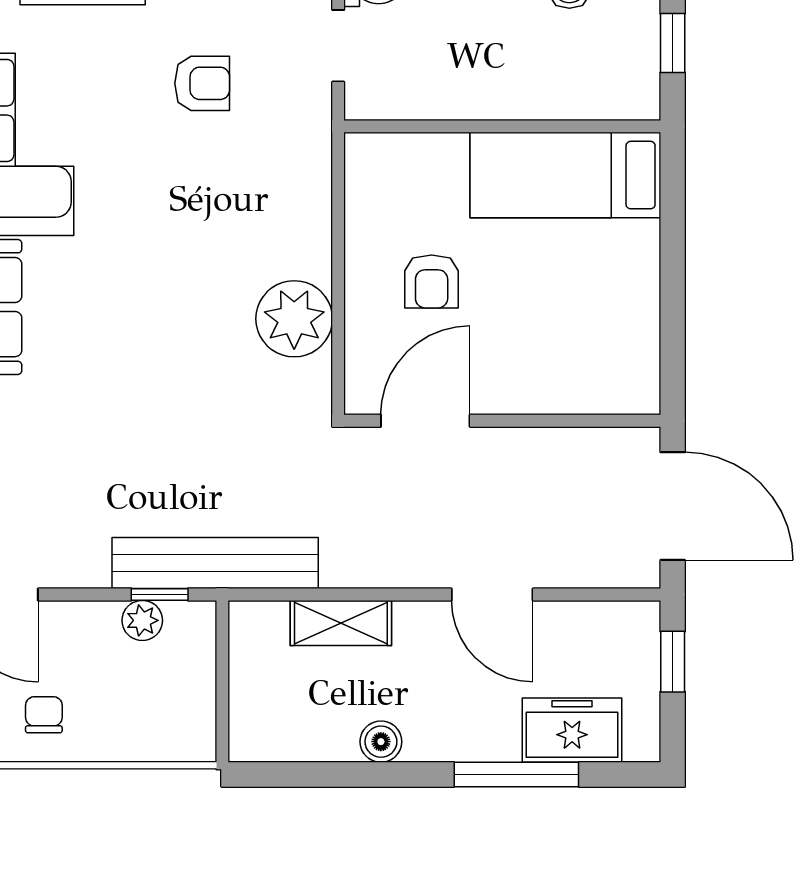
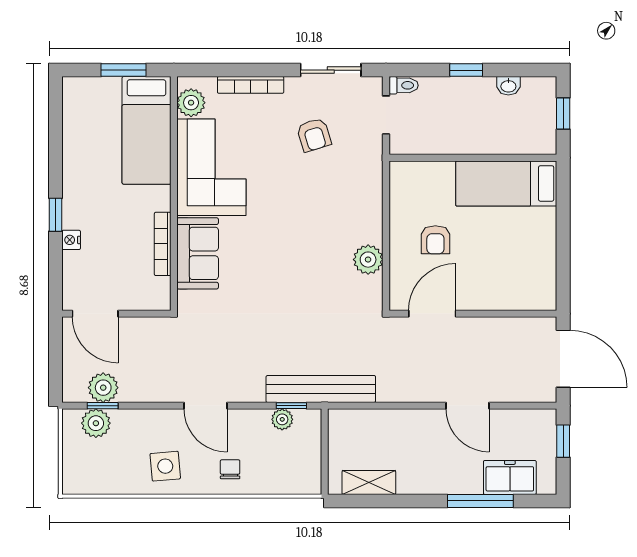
armchair: (202, 83) -> (314, 135), turned 73
plant: (294, 319) -> (368, 260), width x0.73, depth x0.73
shelving: (341, 623) -> (369, 483), moved
boiler: (381, 742) -> (409, 484), removed

